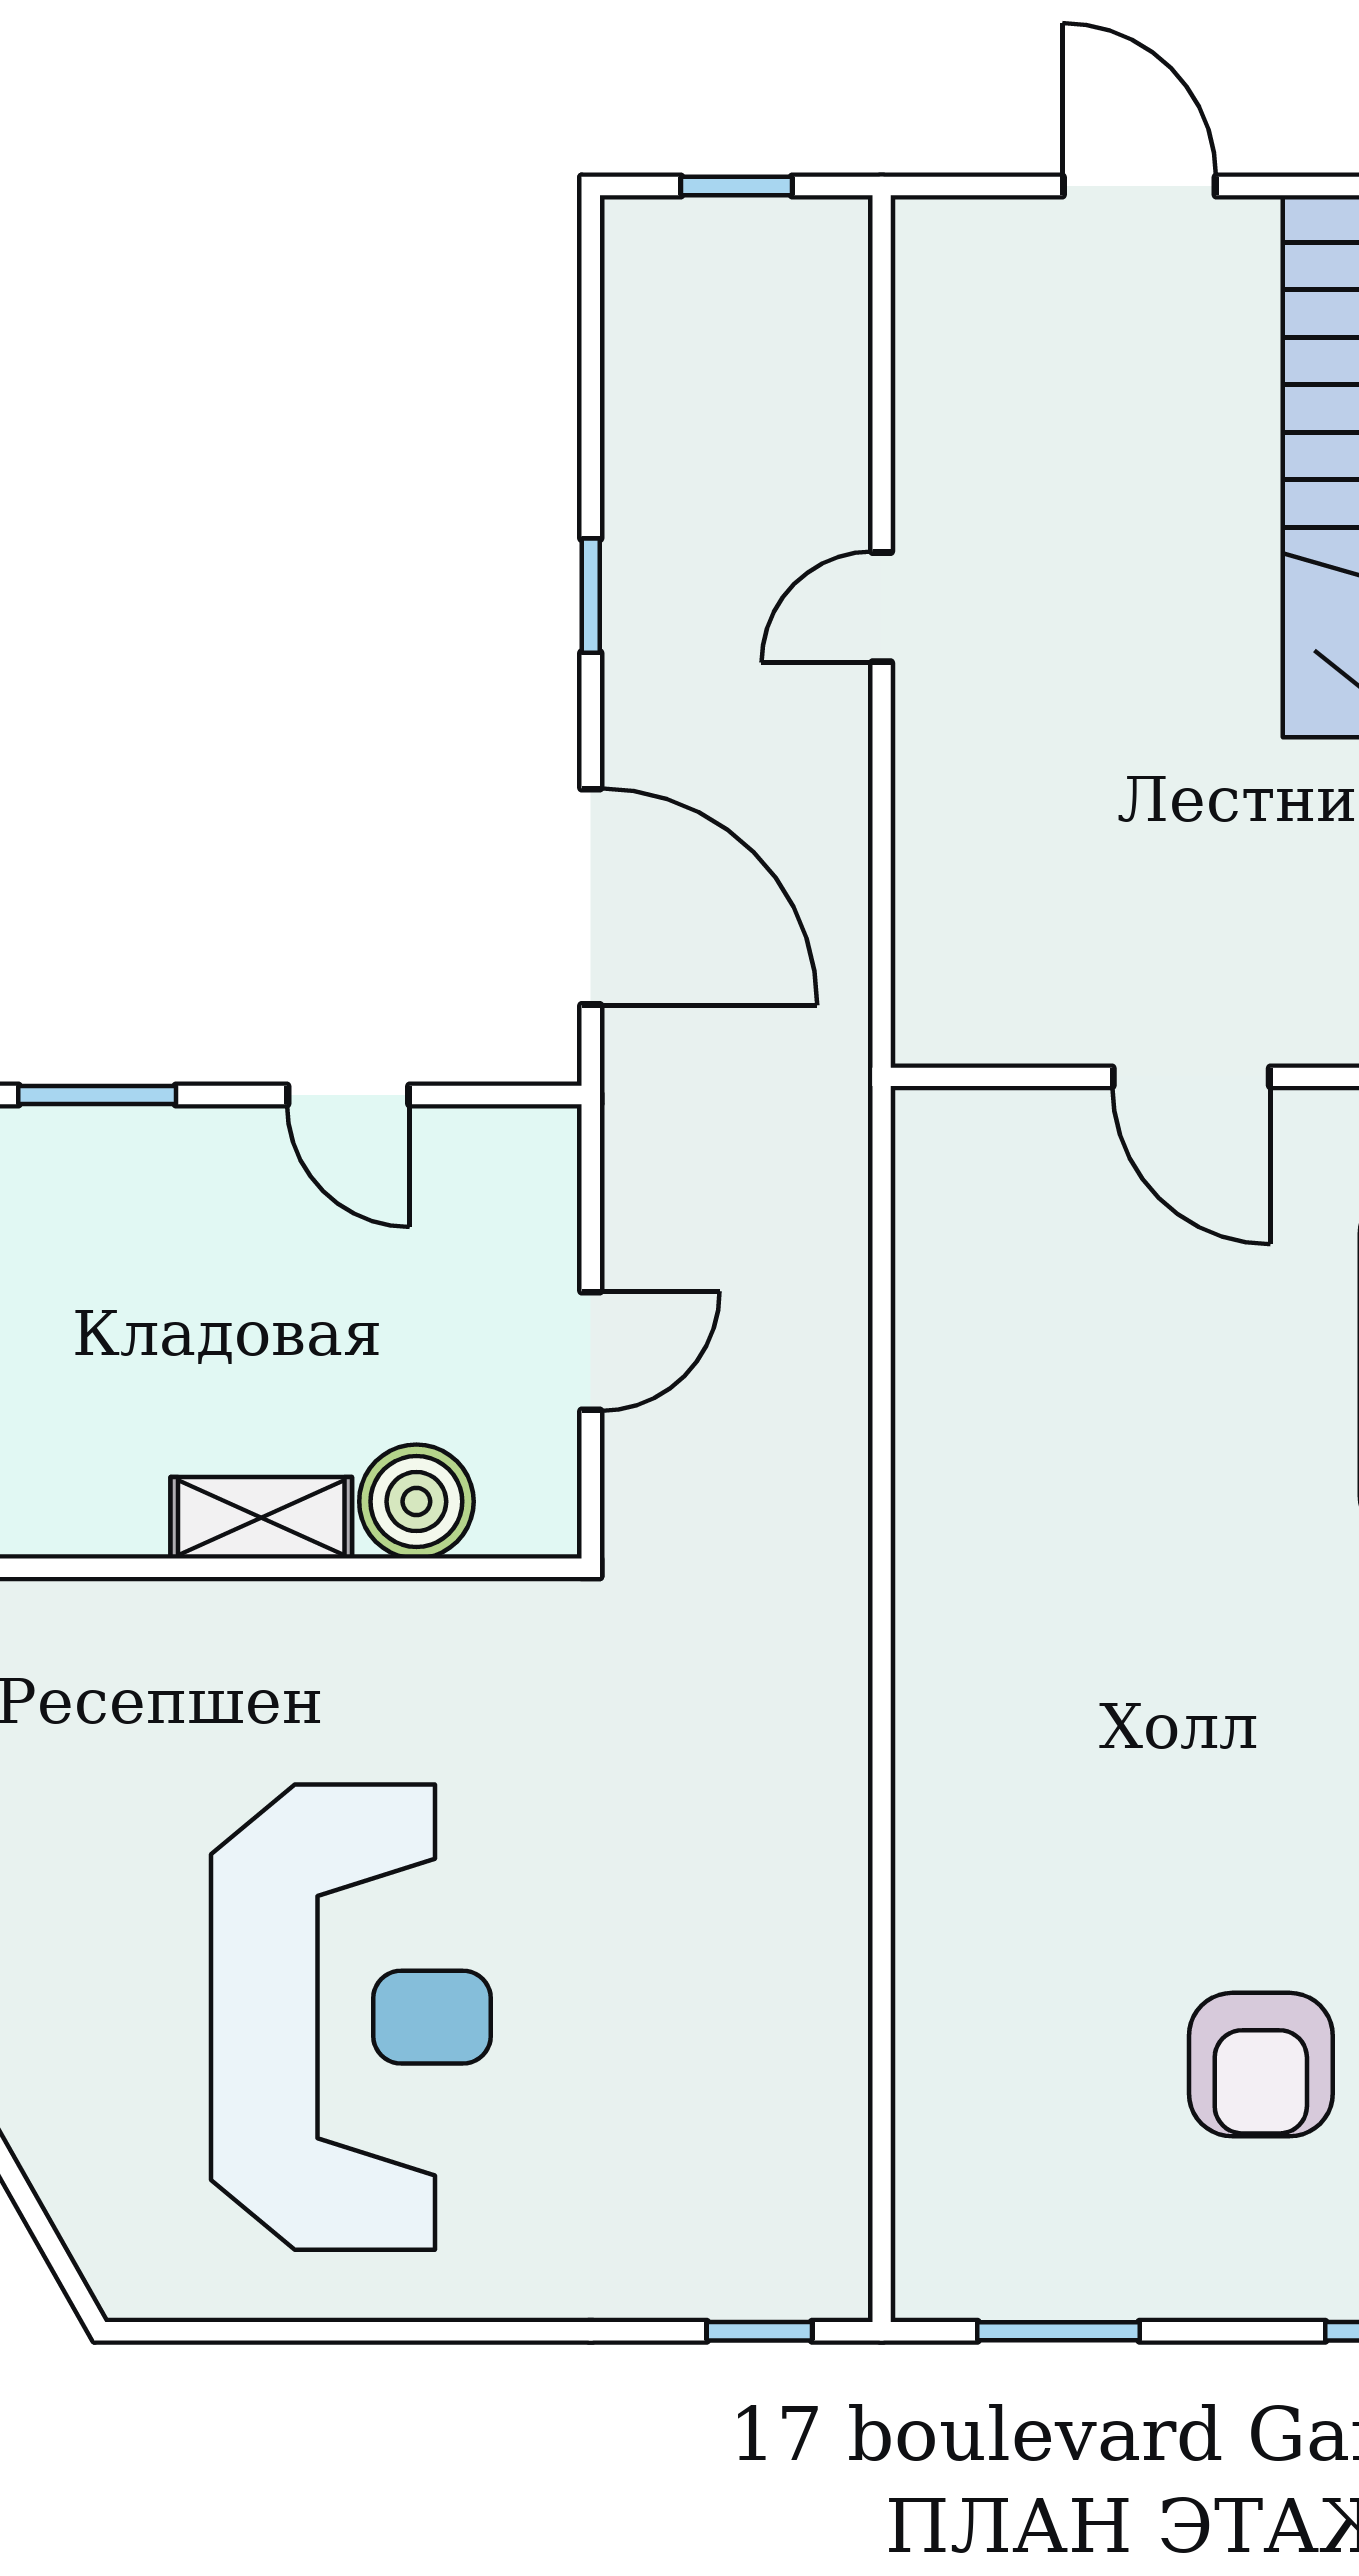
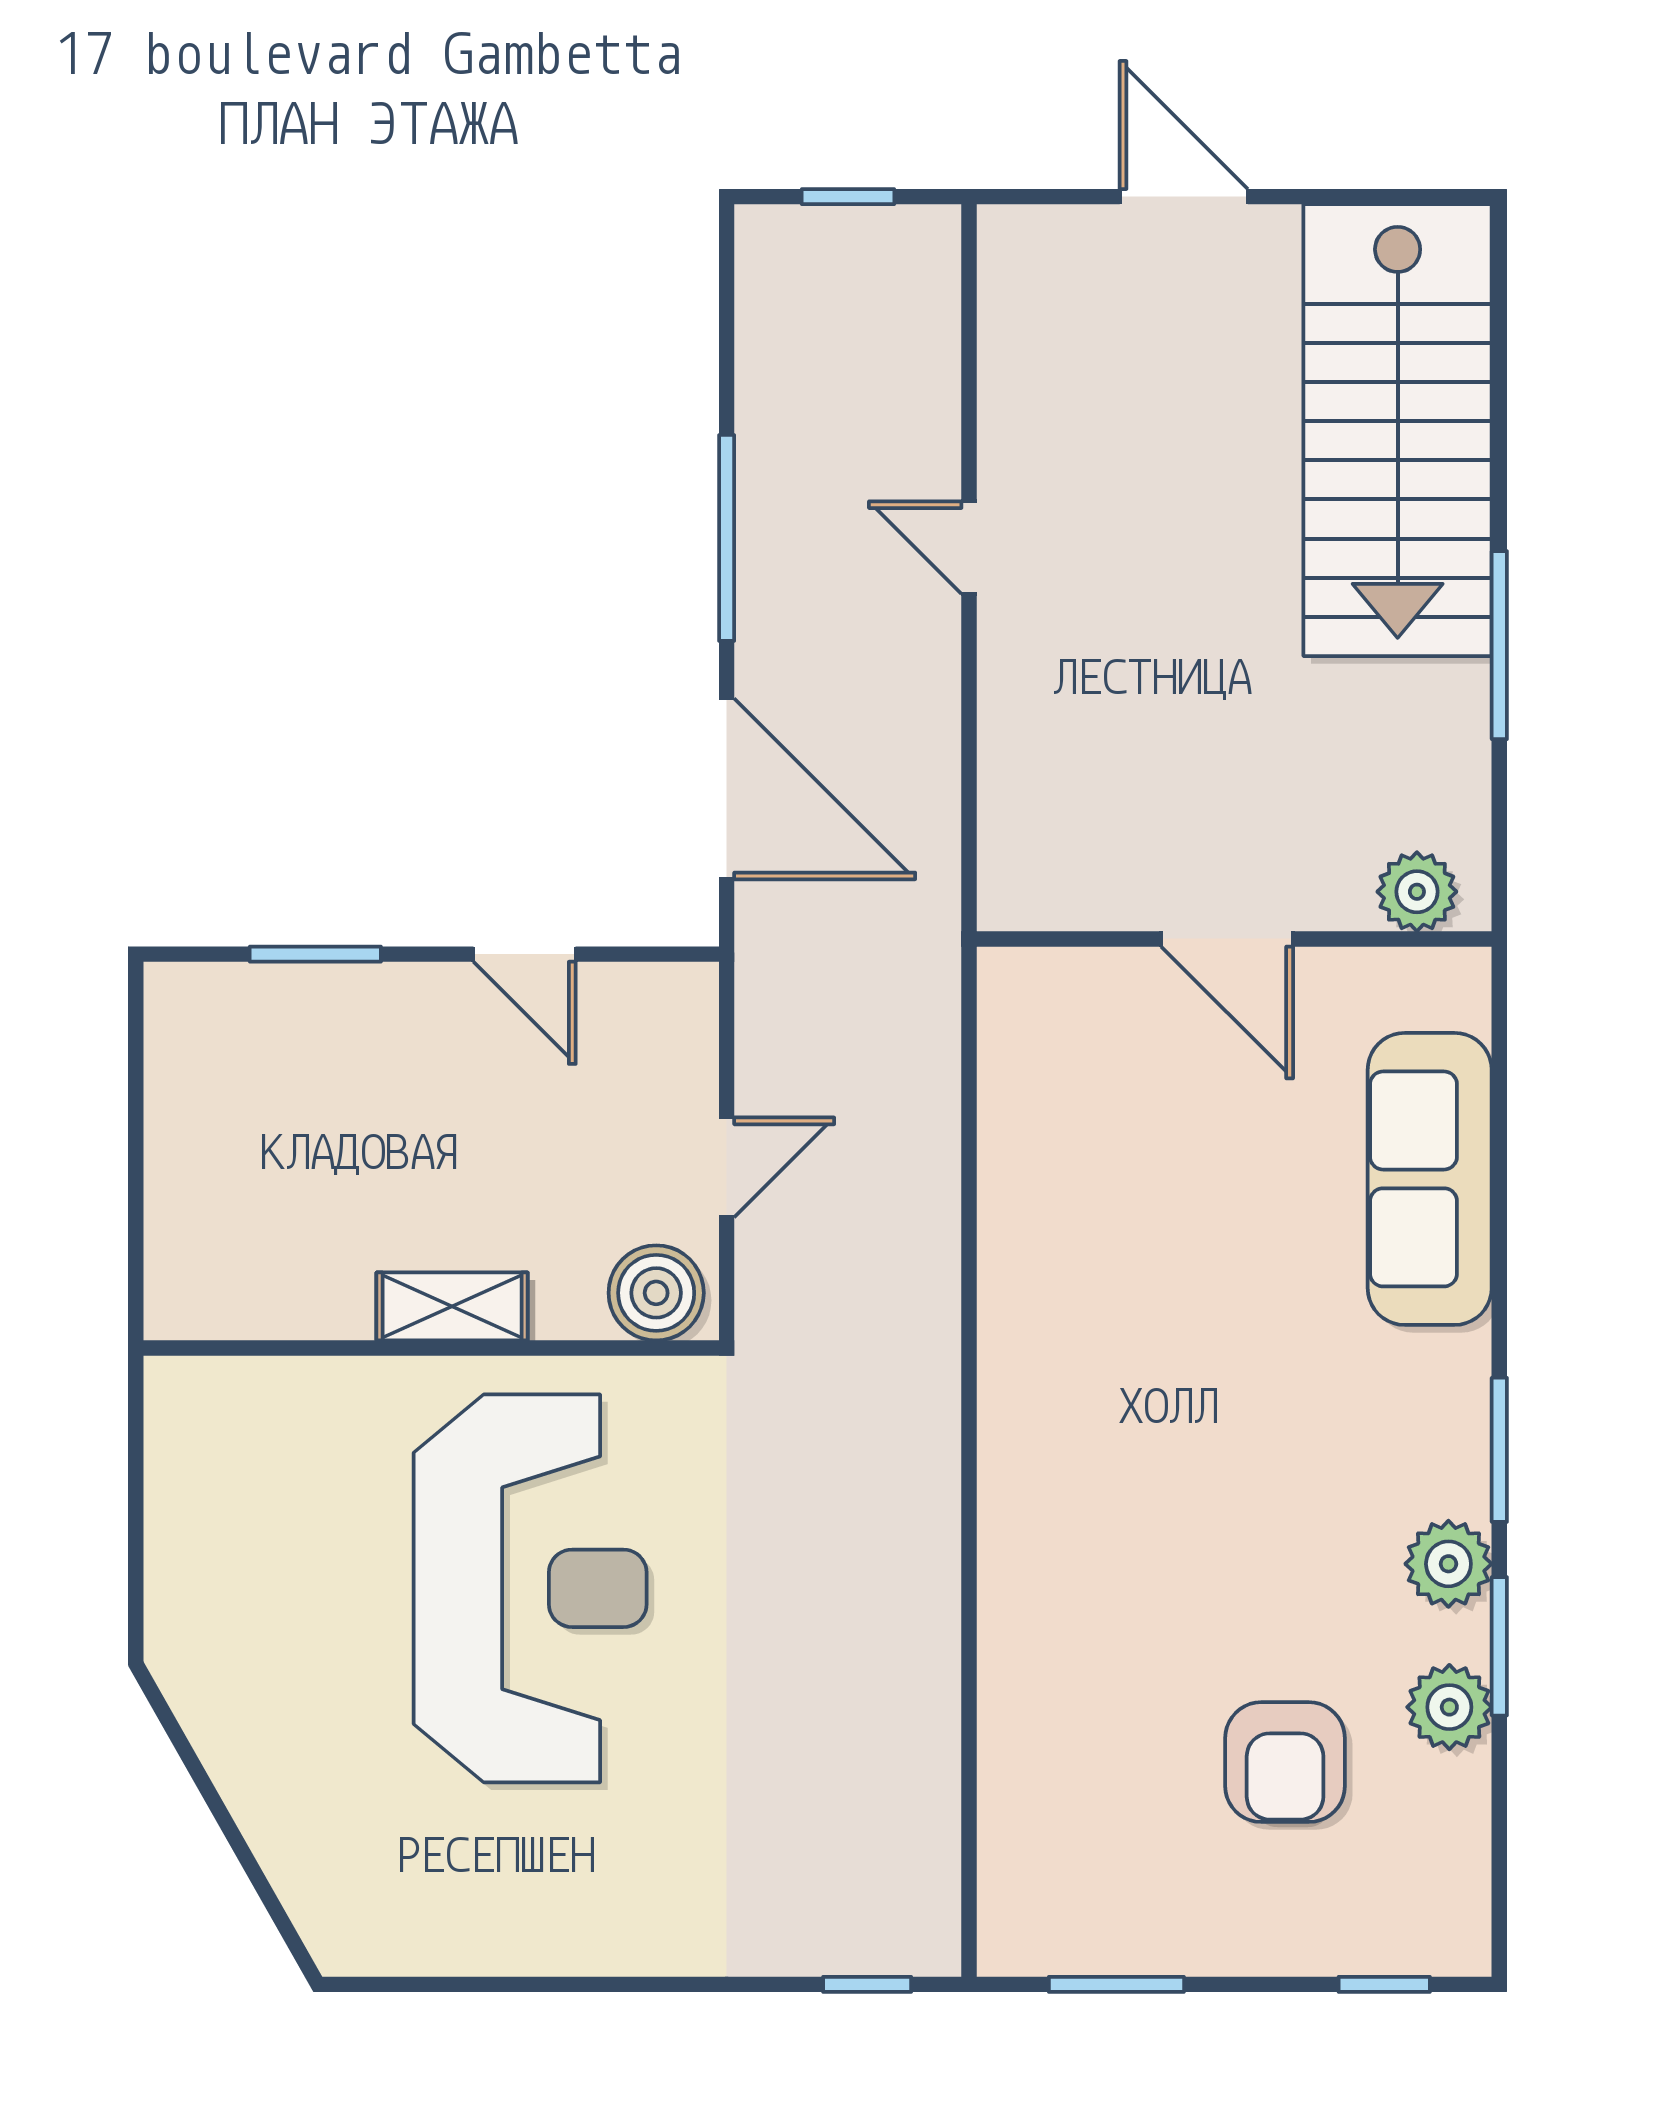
window: (591, 596) -> (727, 538), width x2.17
door: (882, 607) -> (969, 548), hinge flipped
boiler: (416, 1502) -> (656, 1293), moved
reception desk: (351, 2017) -> (530, 1588), moved

